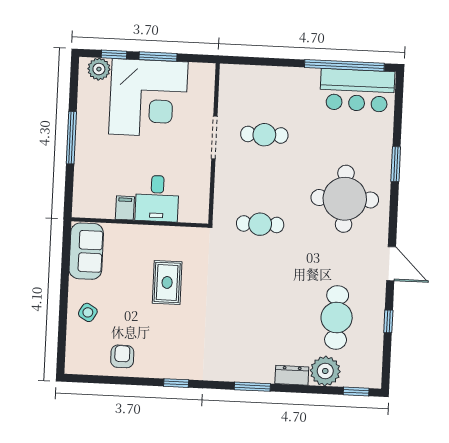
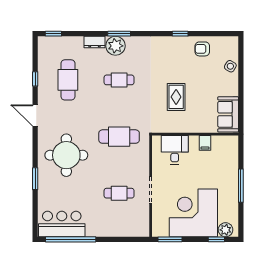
window: (158, 57) -> (170, 239), moved
desk: (157, 198) -> (175, 150), moved
cafe table: (260, 224) -> (119, 137), width x1.37, depth x1.35
side table: (88, 312) -> (230, 66), moved
cafe table: (256, 314) -> (119, 80), added
armchair: (122, 356) -> (202, 49), turned 90
plant: (325, 371) -> (115, 46), moved
window: (176, 383) -> (180, 34), moved

